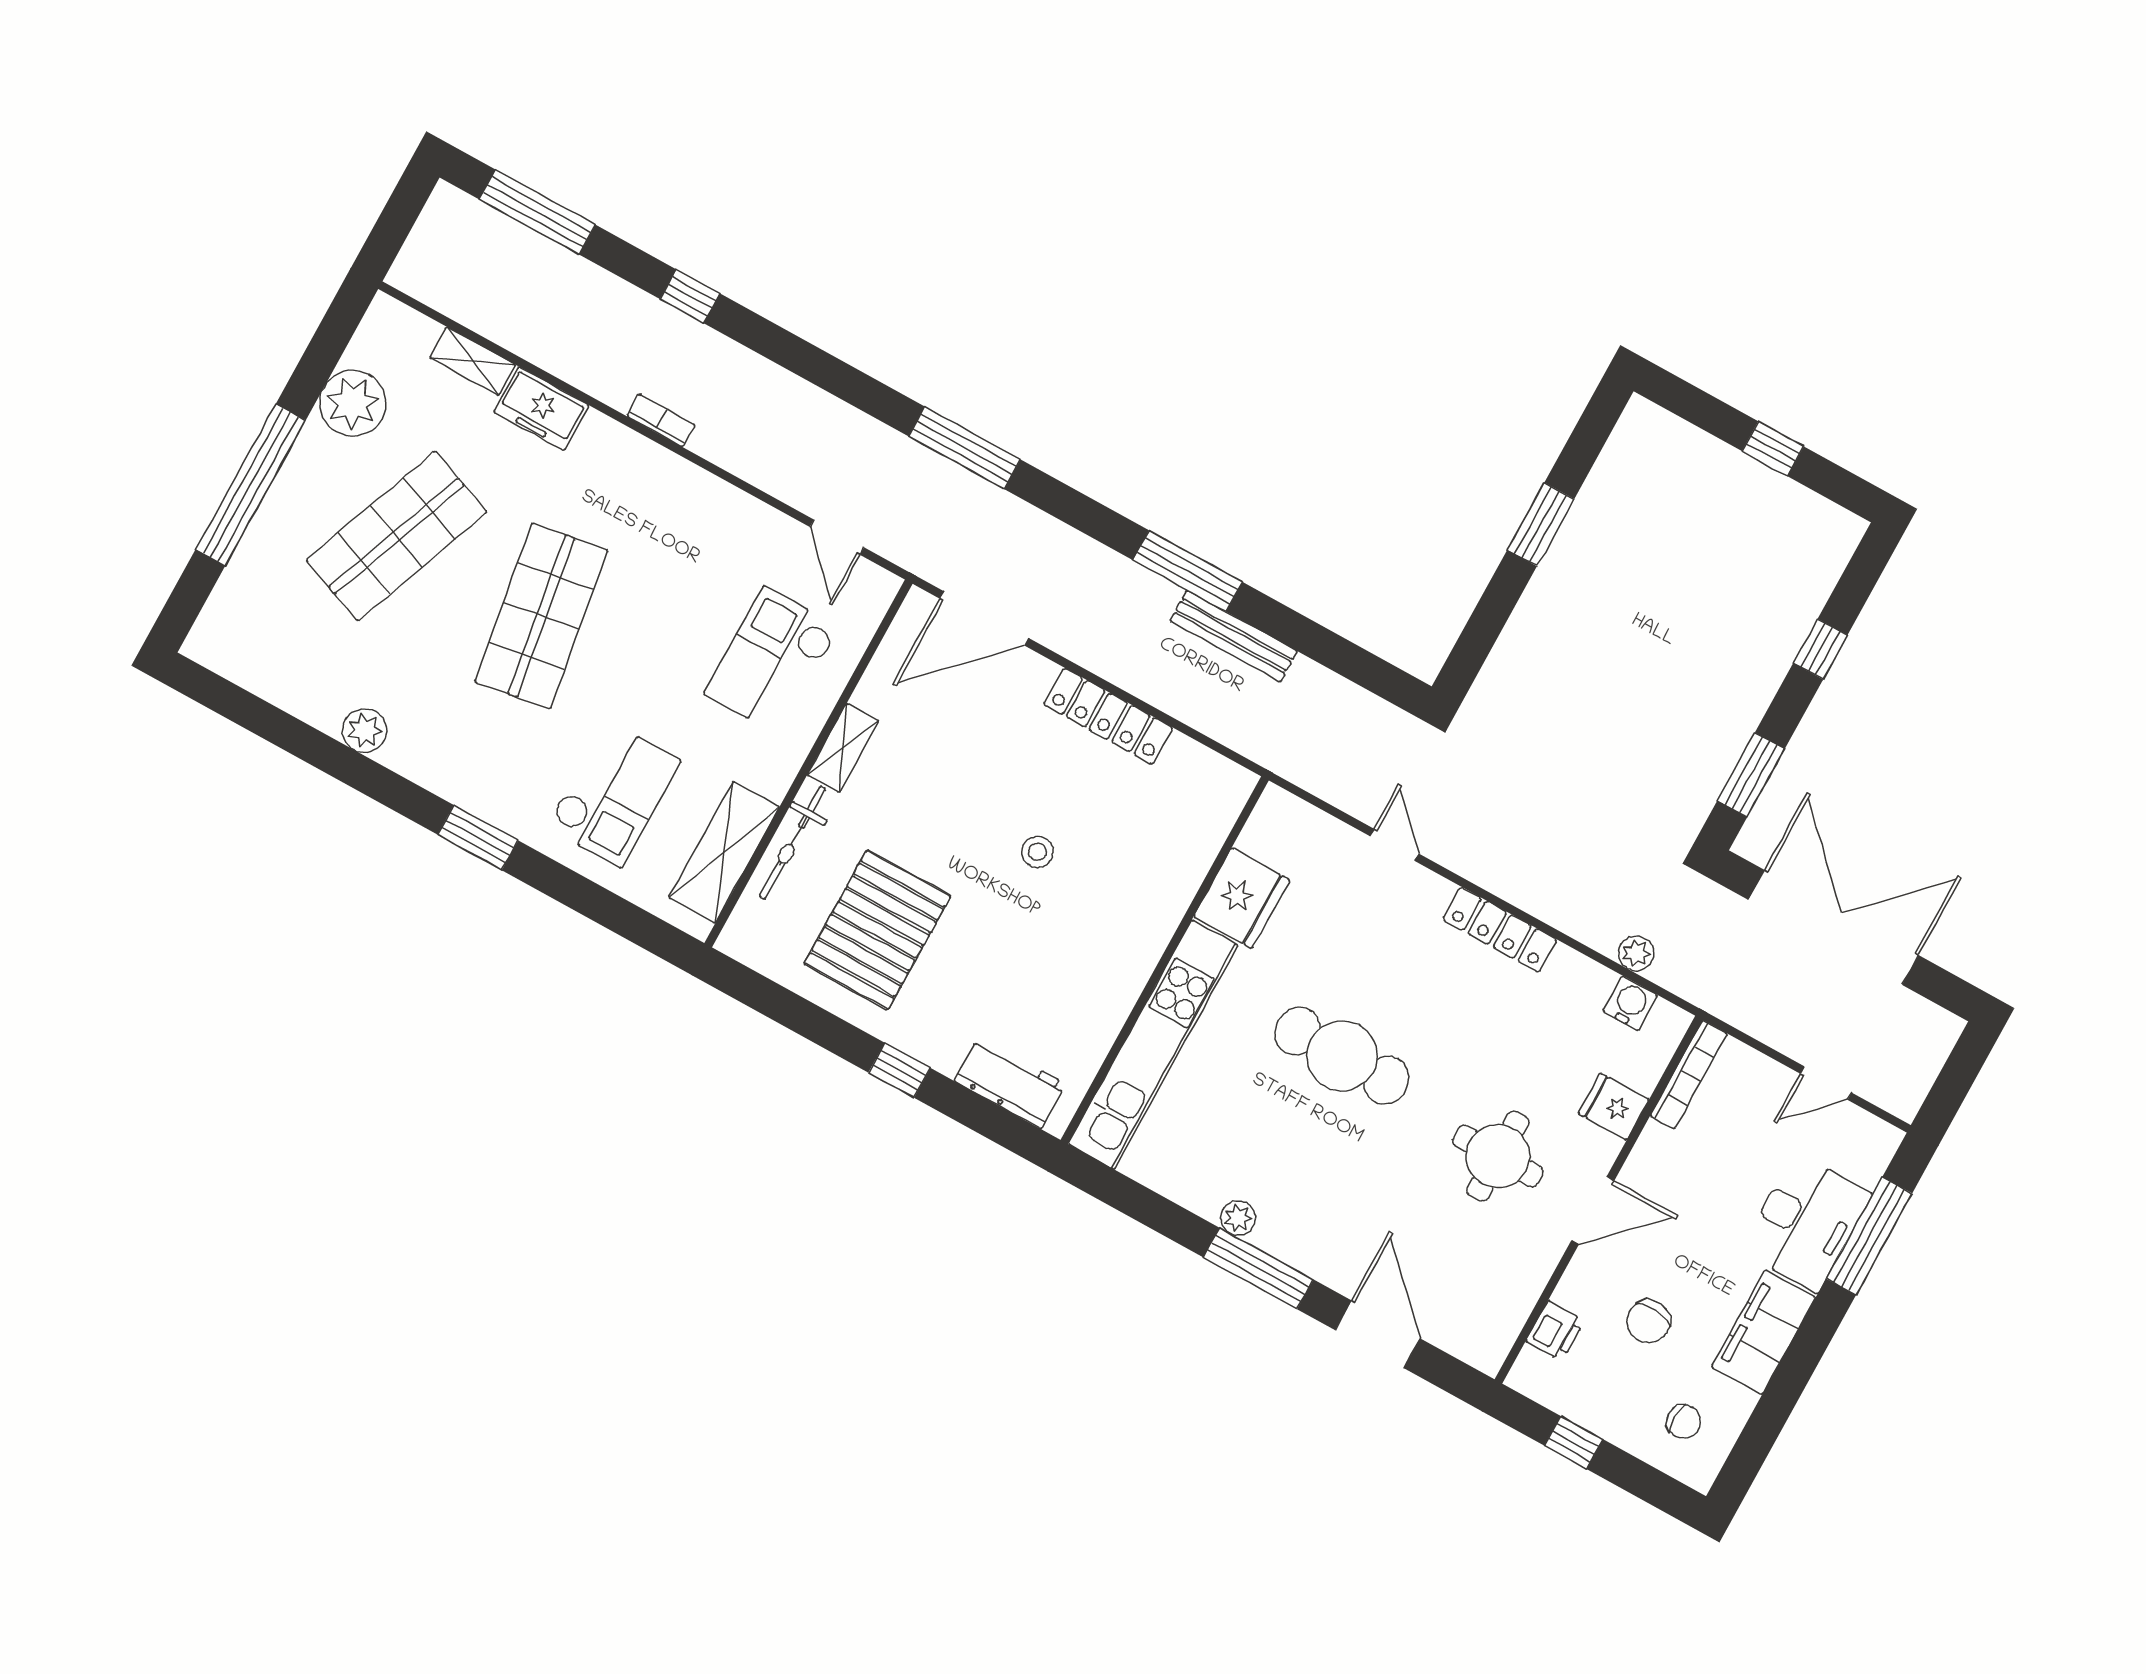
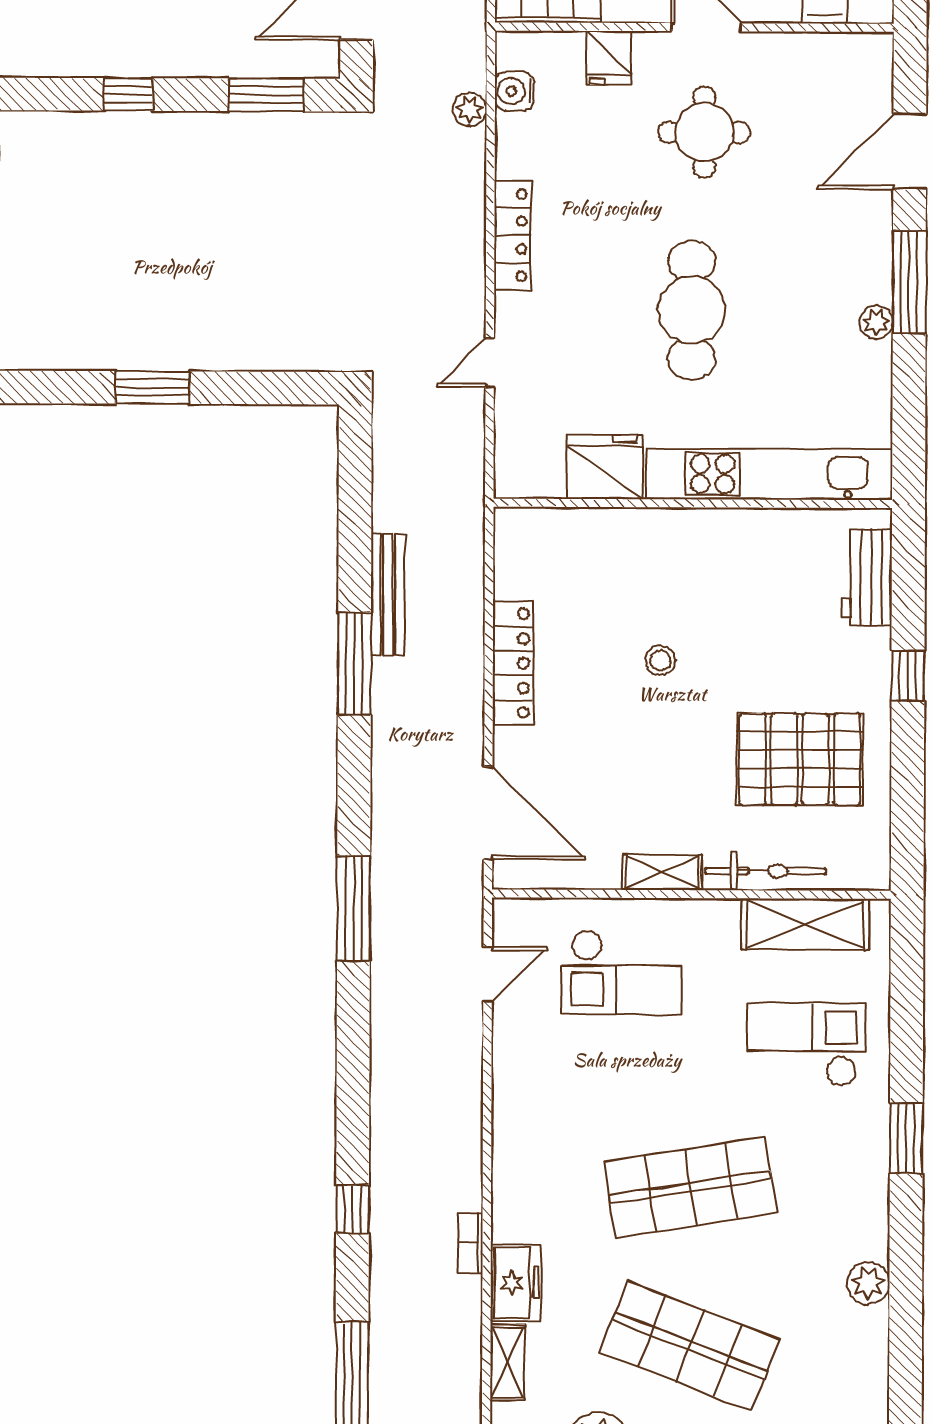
bookcase: (661, 421) -> (470, 1243), moved

